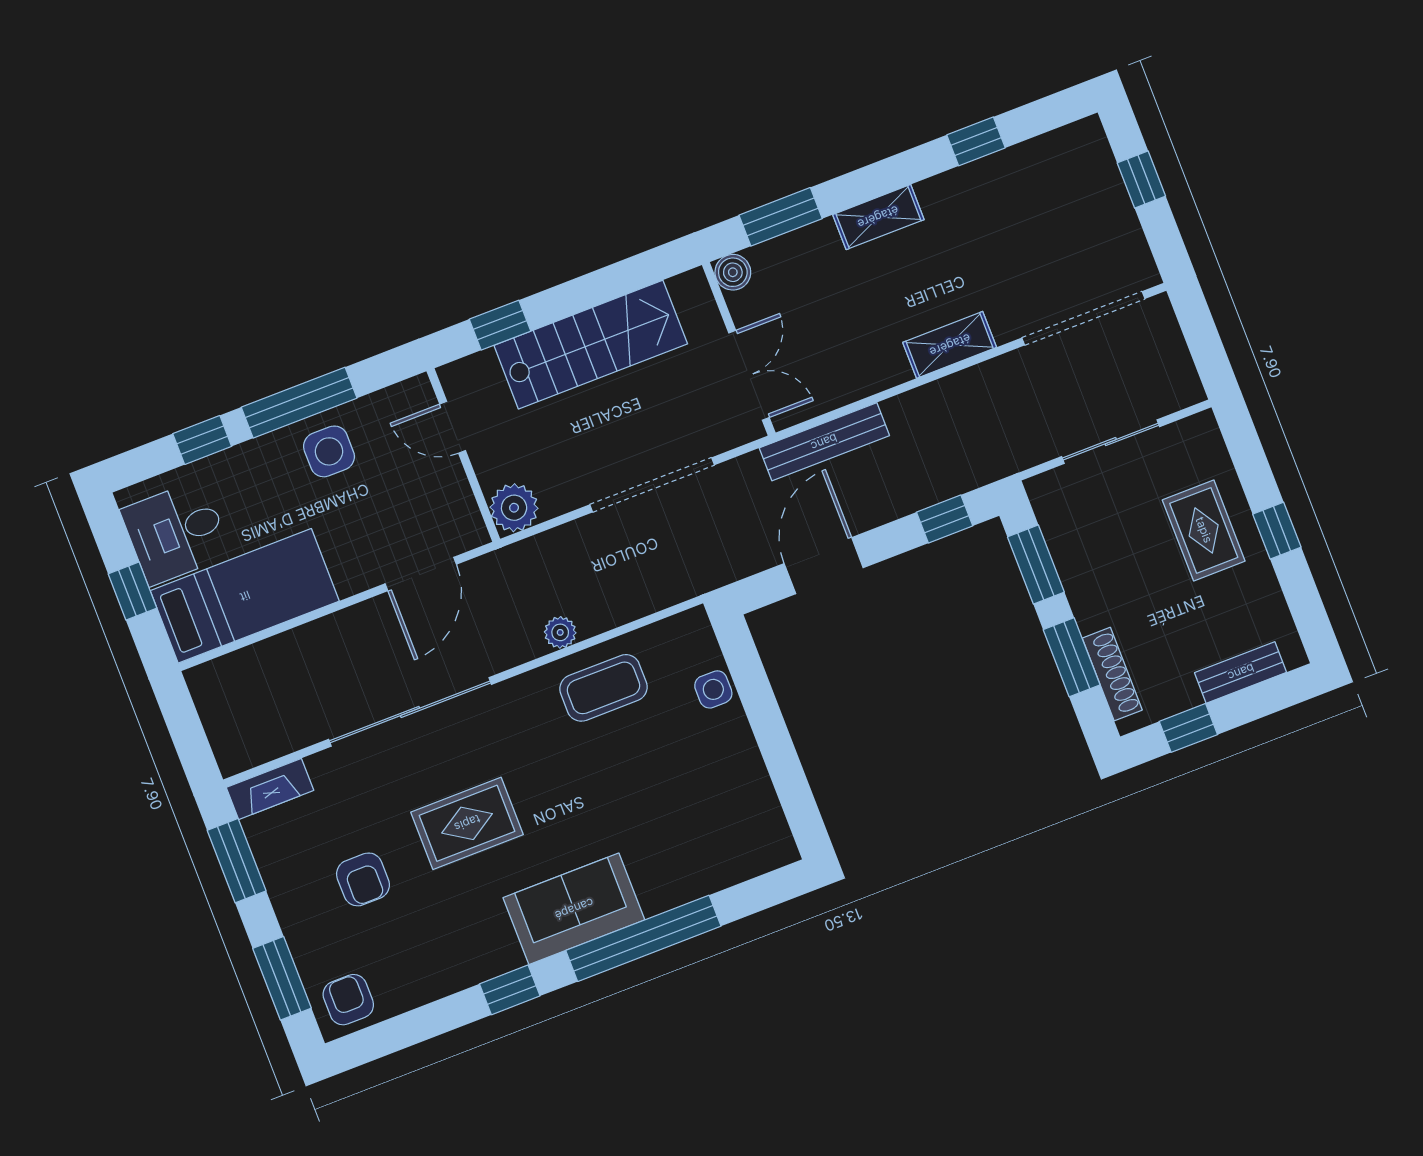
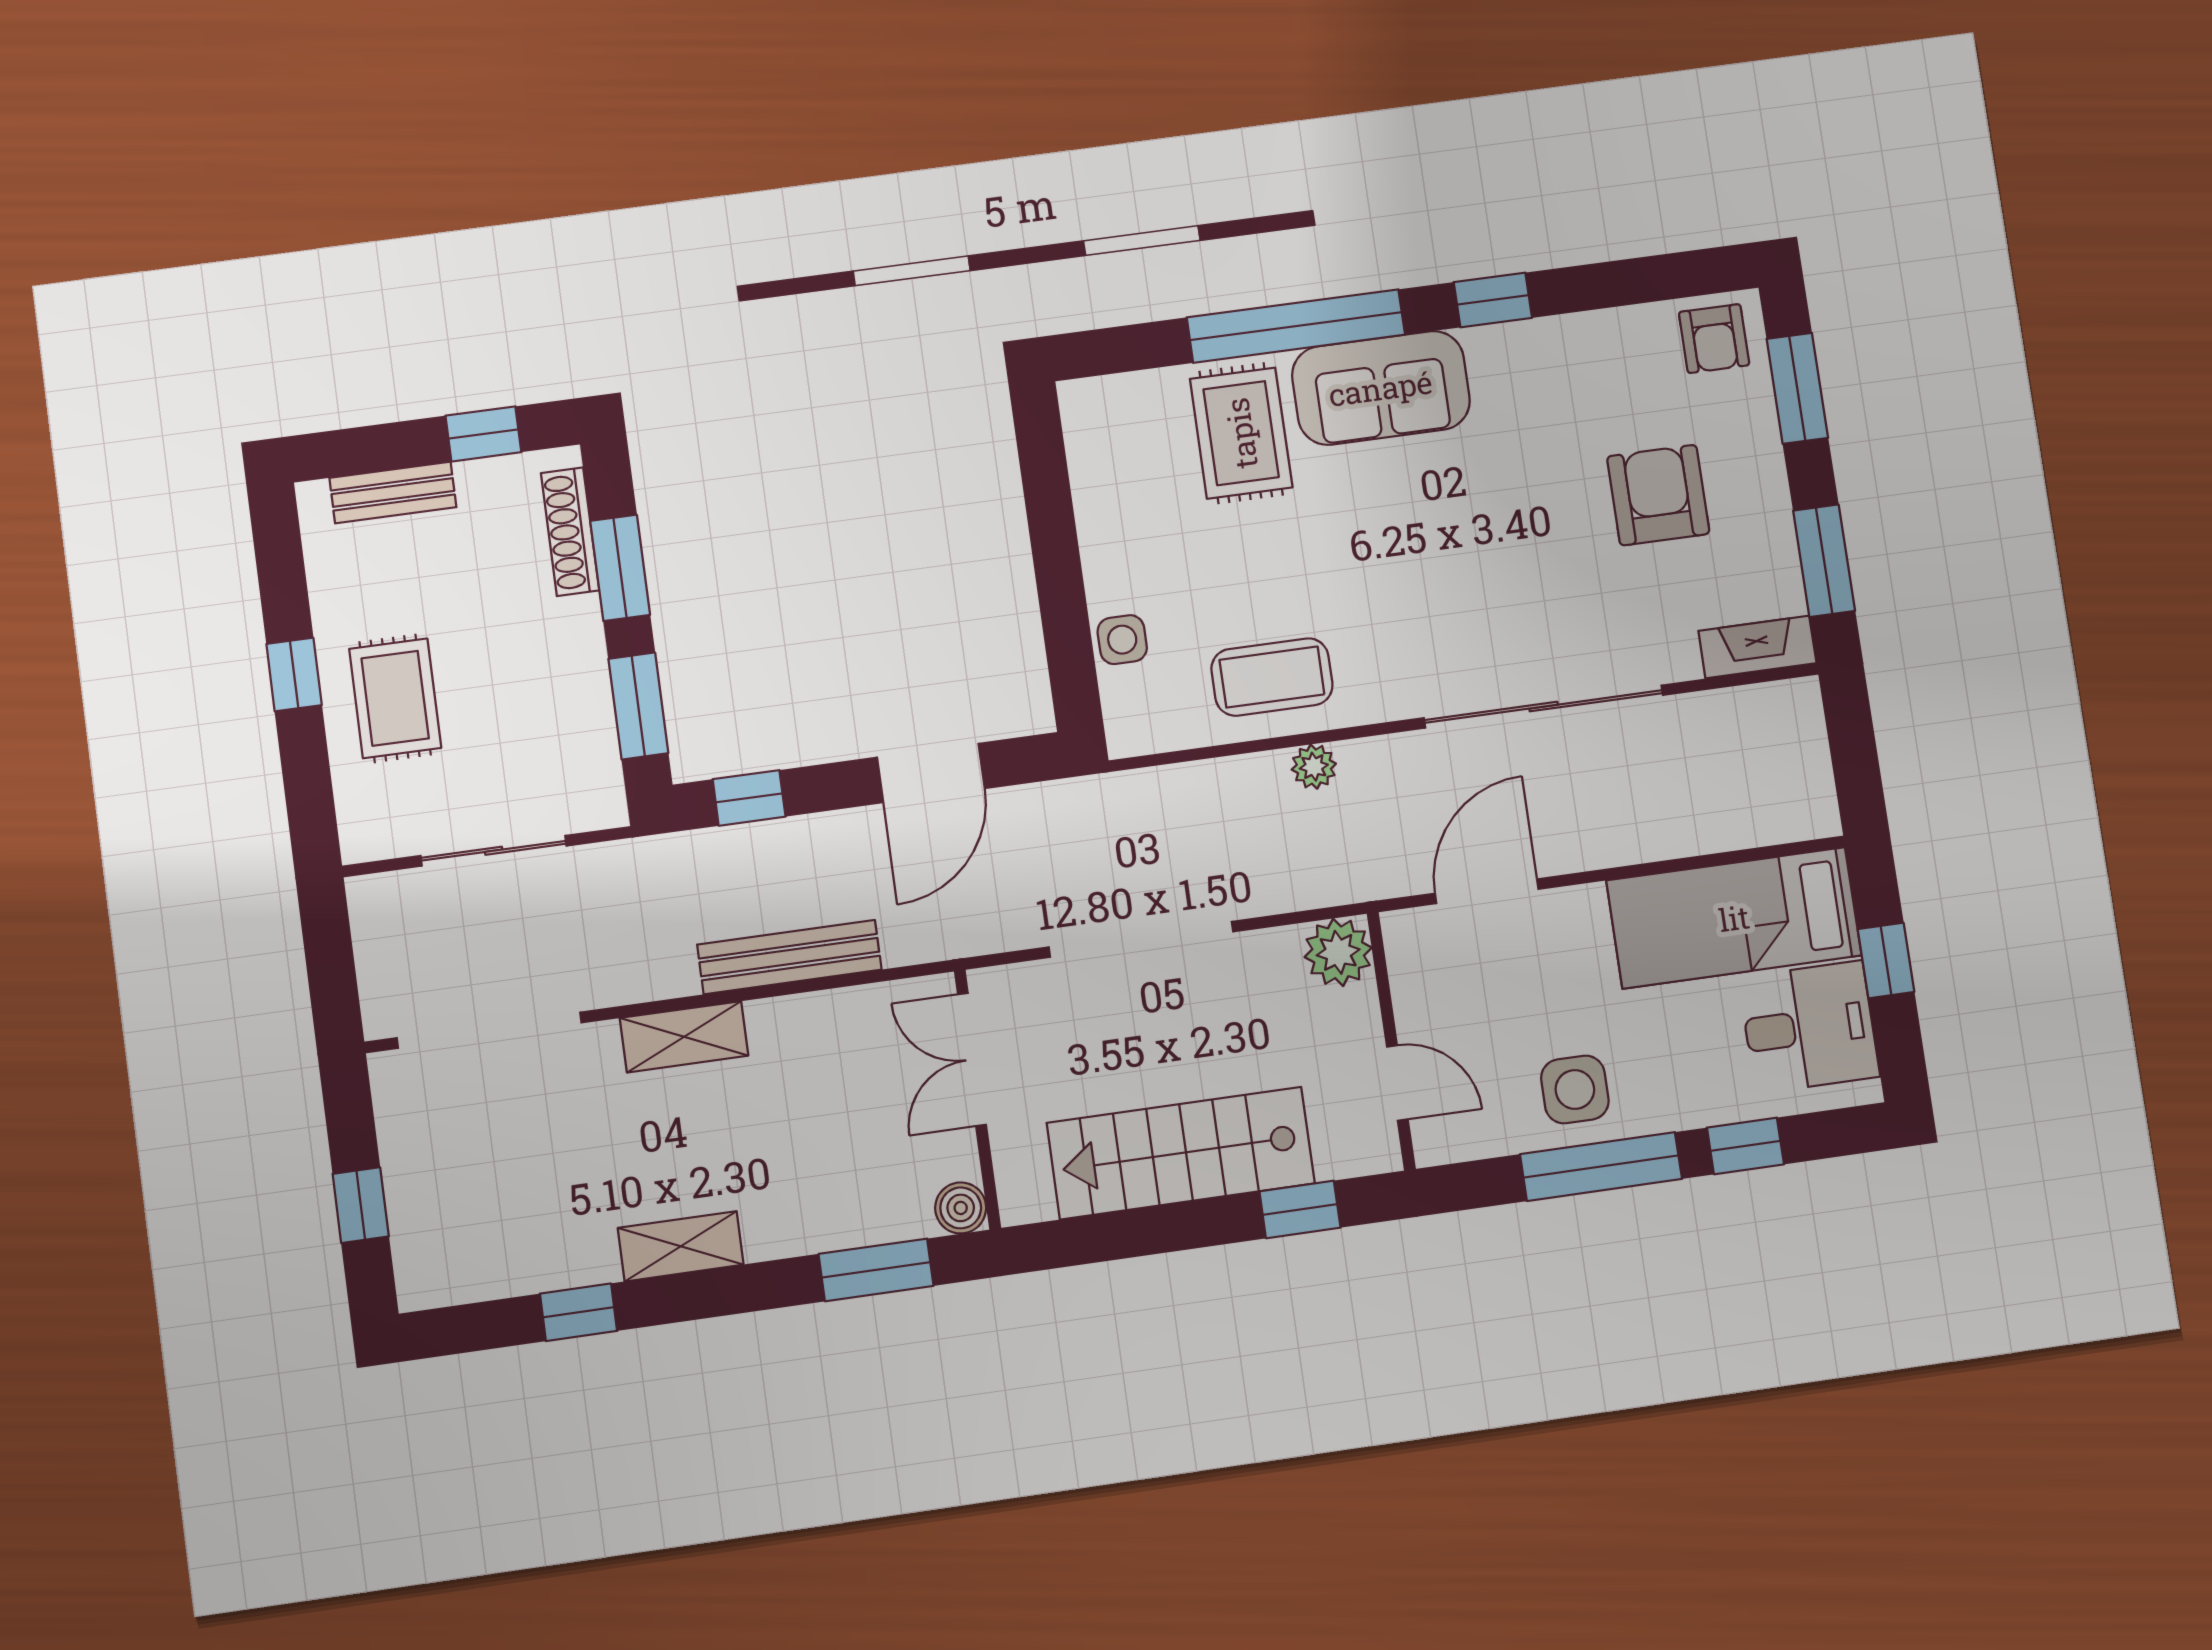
shelving: (878, 217) -> (681, 1246), moved
bench: (824, 442) -> (789, 957), moved
rug: (467, 823) -> (1241, 433), moved, turned 90
armchair: (363, 879) -> (1658, 495), width x1.38, depth x1.38

